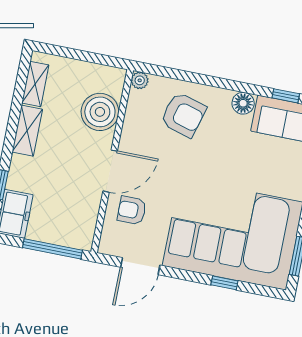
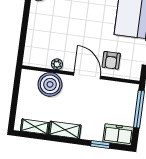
plant: (140, 80) -> (57, 64), moved
armchair: (183, 115) -> (48, 31), removed

